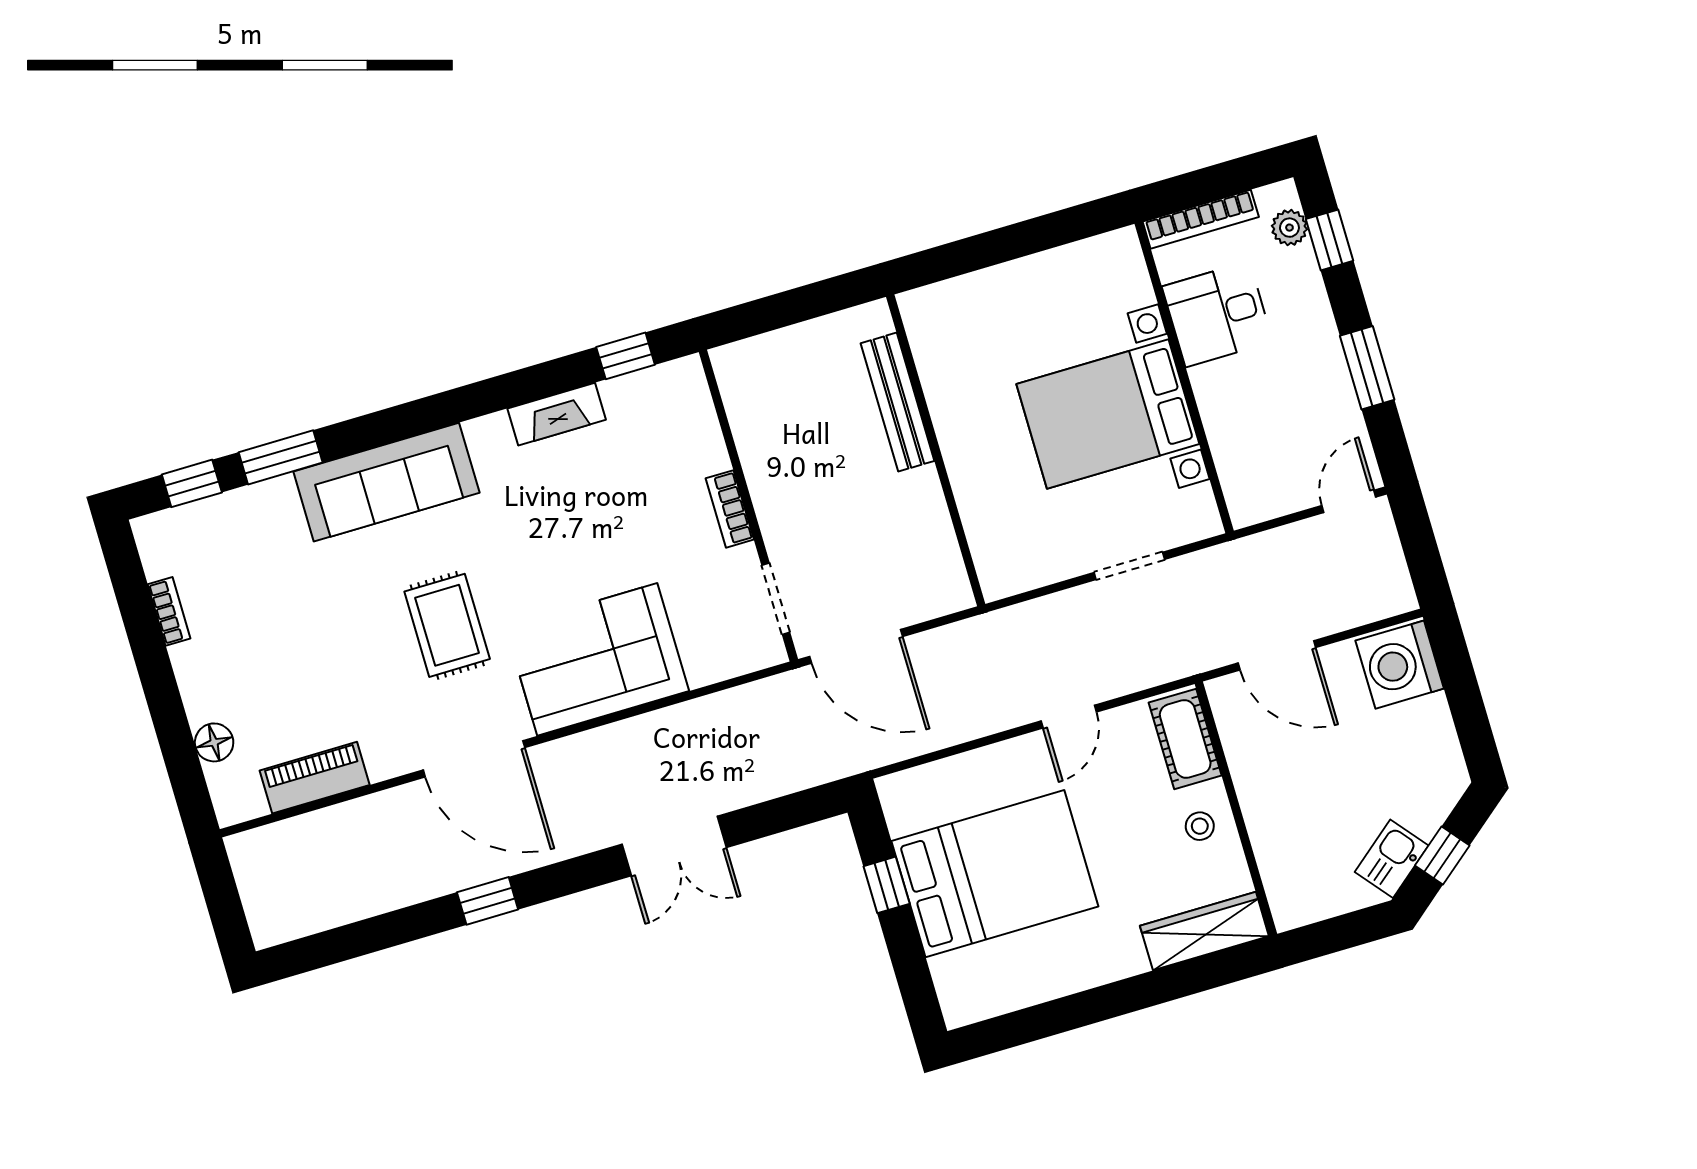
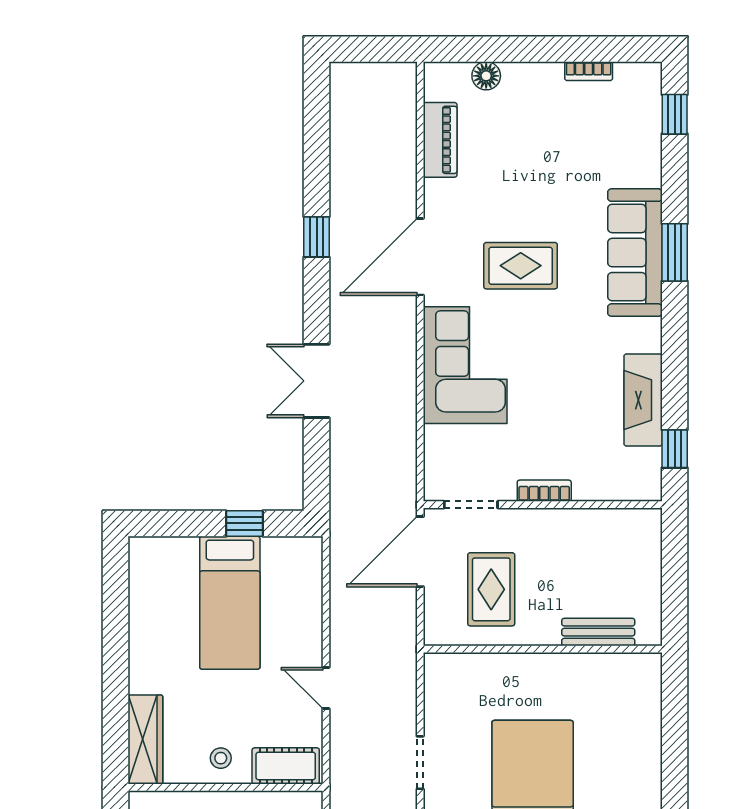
bench: (897, 402) -> (598, 632), width x0.73
fireplace: (557, 414) -> (643, 400), width x1.37, depth x1.32
window: (281, 457) -> (675, 252), moved
rug: (878, 540) -> (491, 589), added
bed: (995, 874) -> (230, 603), width x0.67

